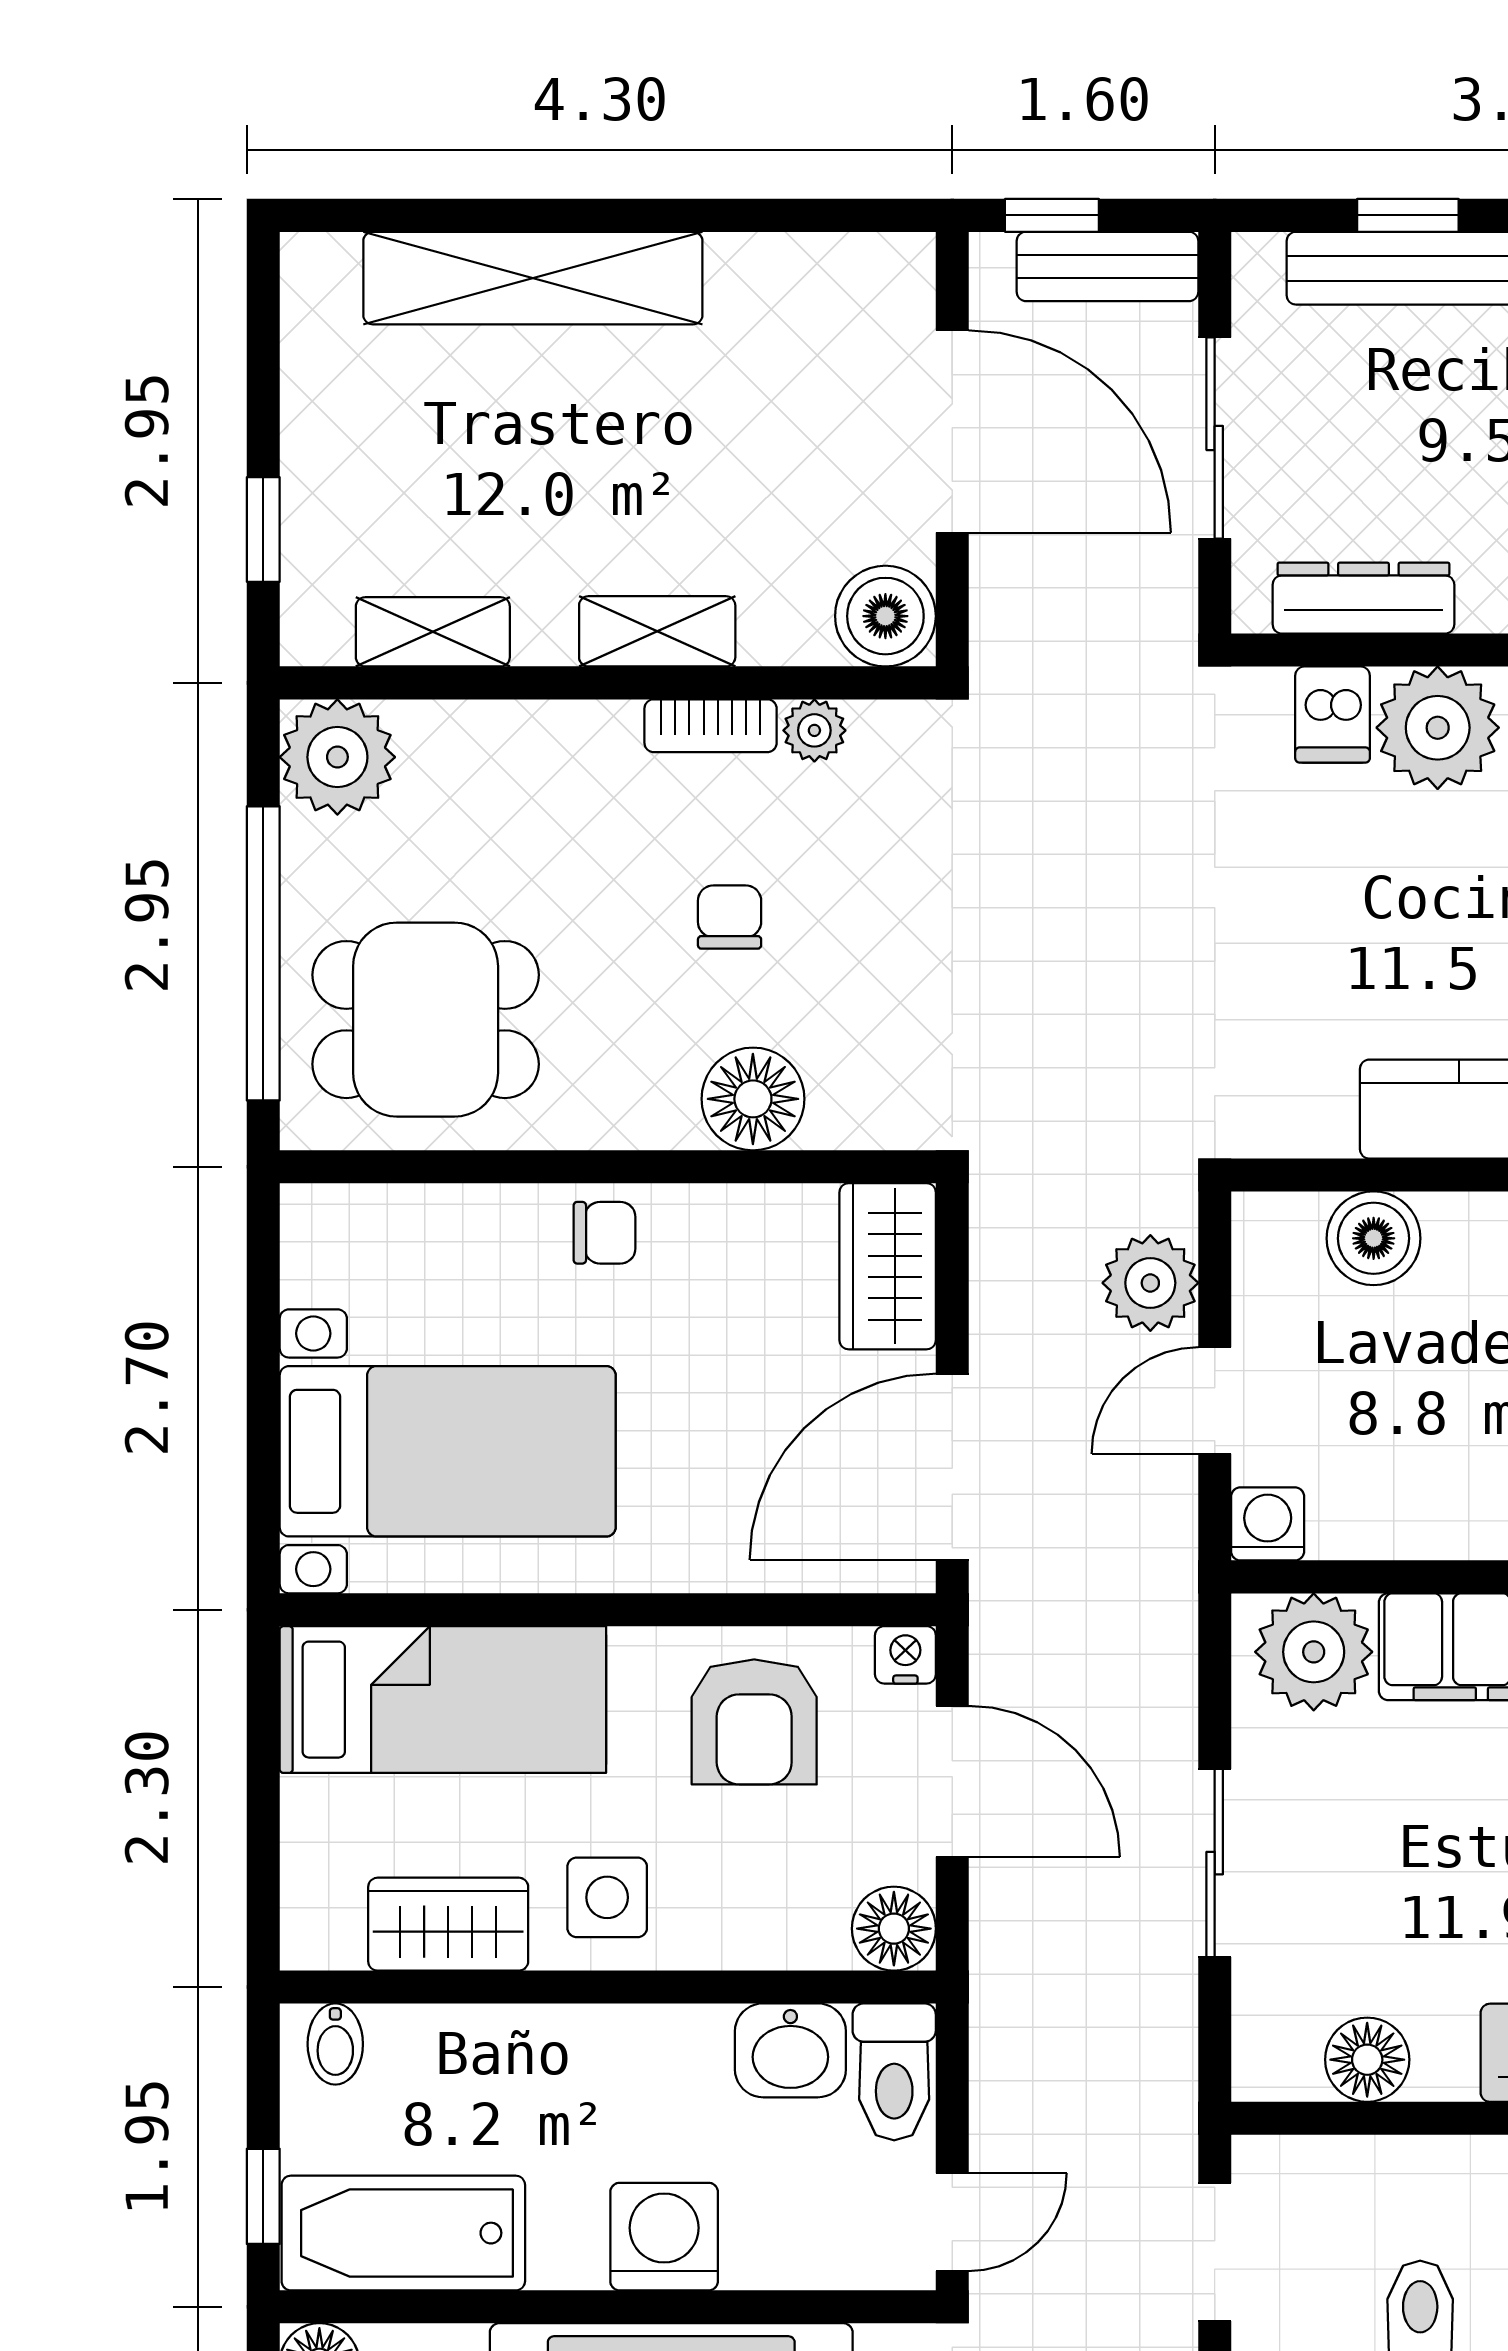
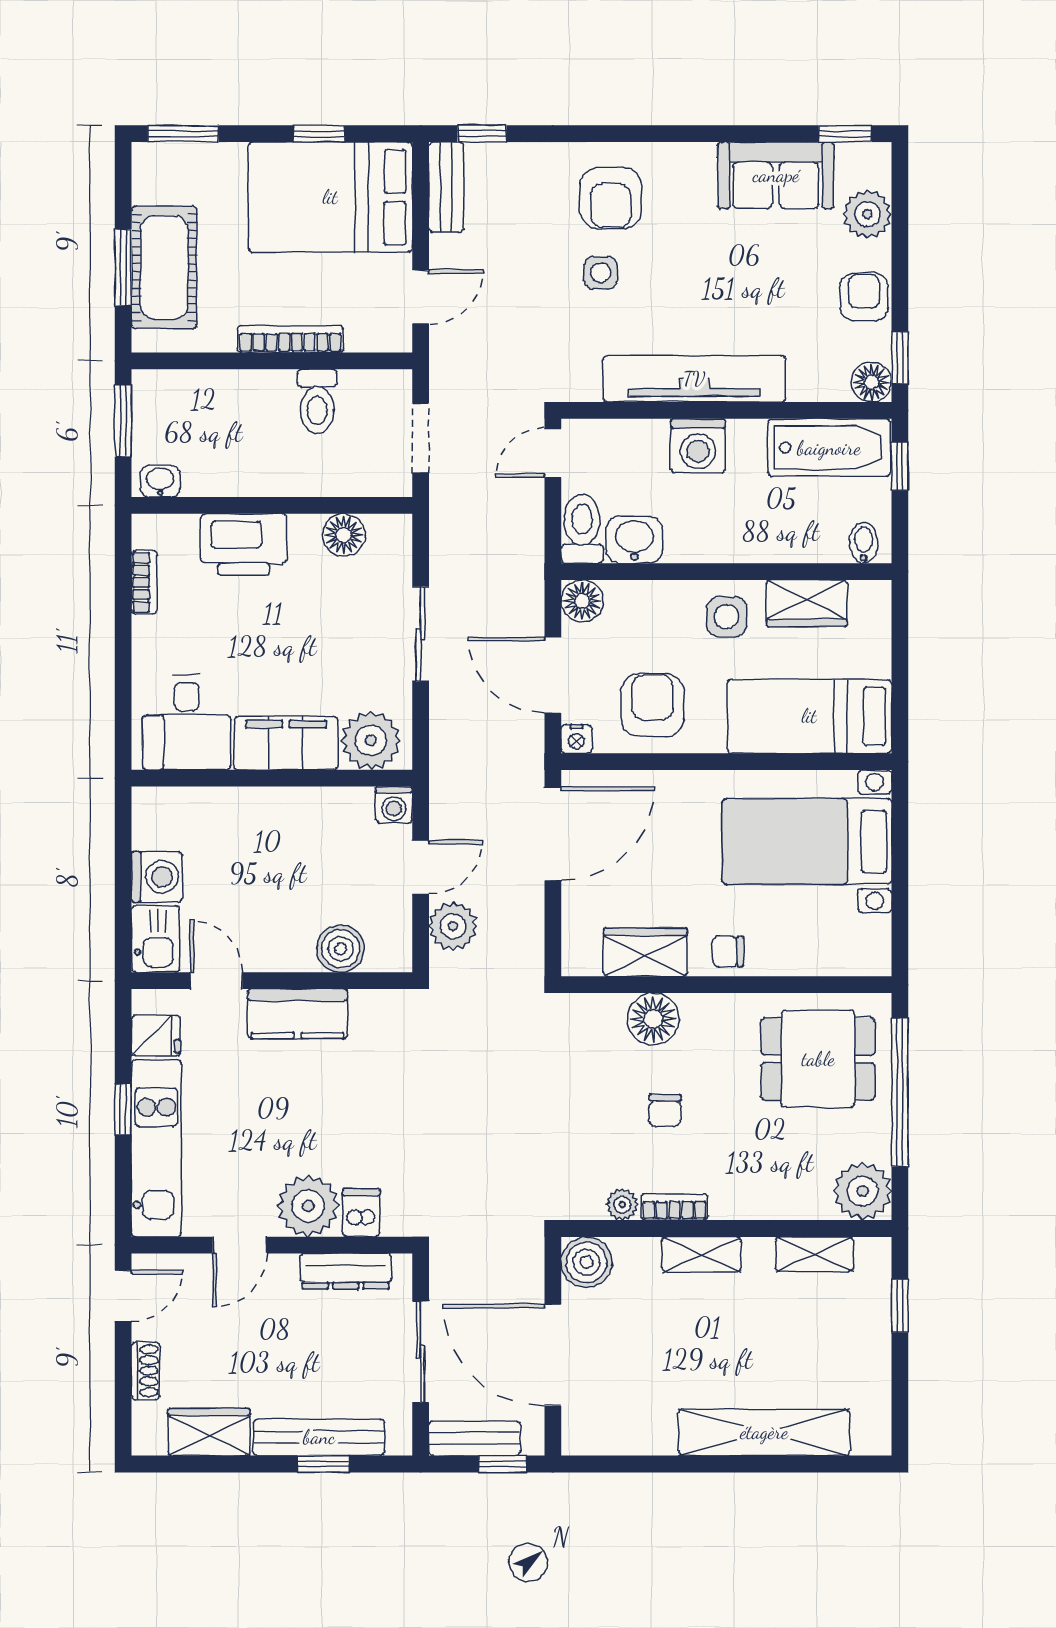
wardrobe: (888, 1266) -> (645, 952), moved, turned -90

